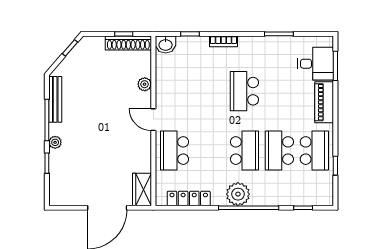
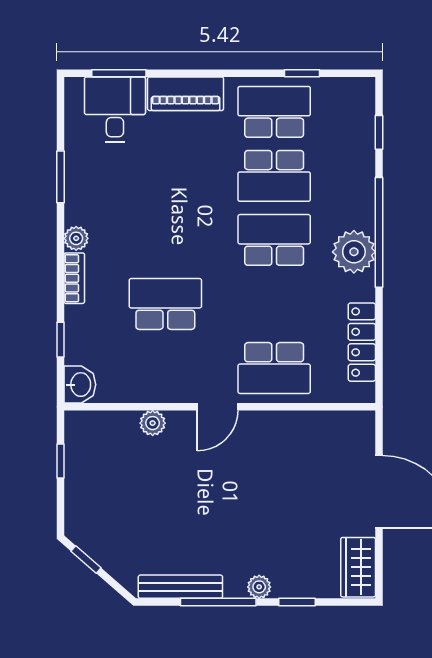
plant: (245, 42) -> (76, 238), added
shoe rack: (128, 43) -> (77, 453), removed
school desk: (244, 91) -> (165, 304), moved, turned 180
wardrobe: (142, 190) -> (358, 567), moved, turned 90

